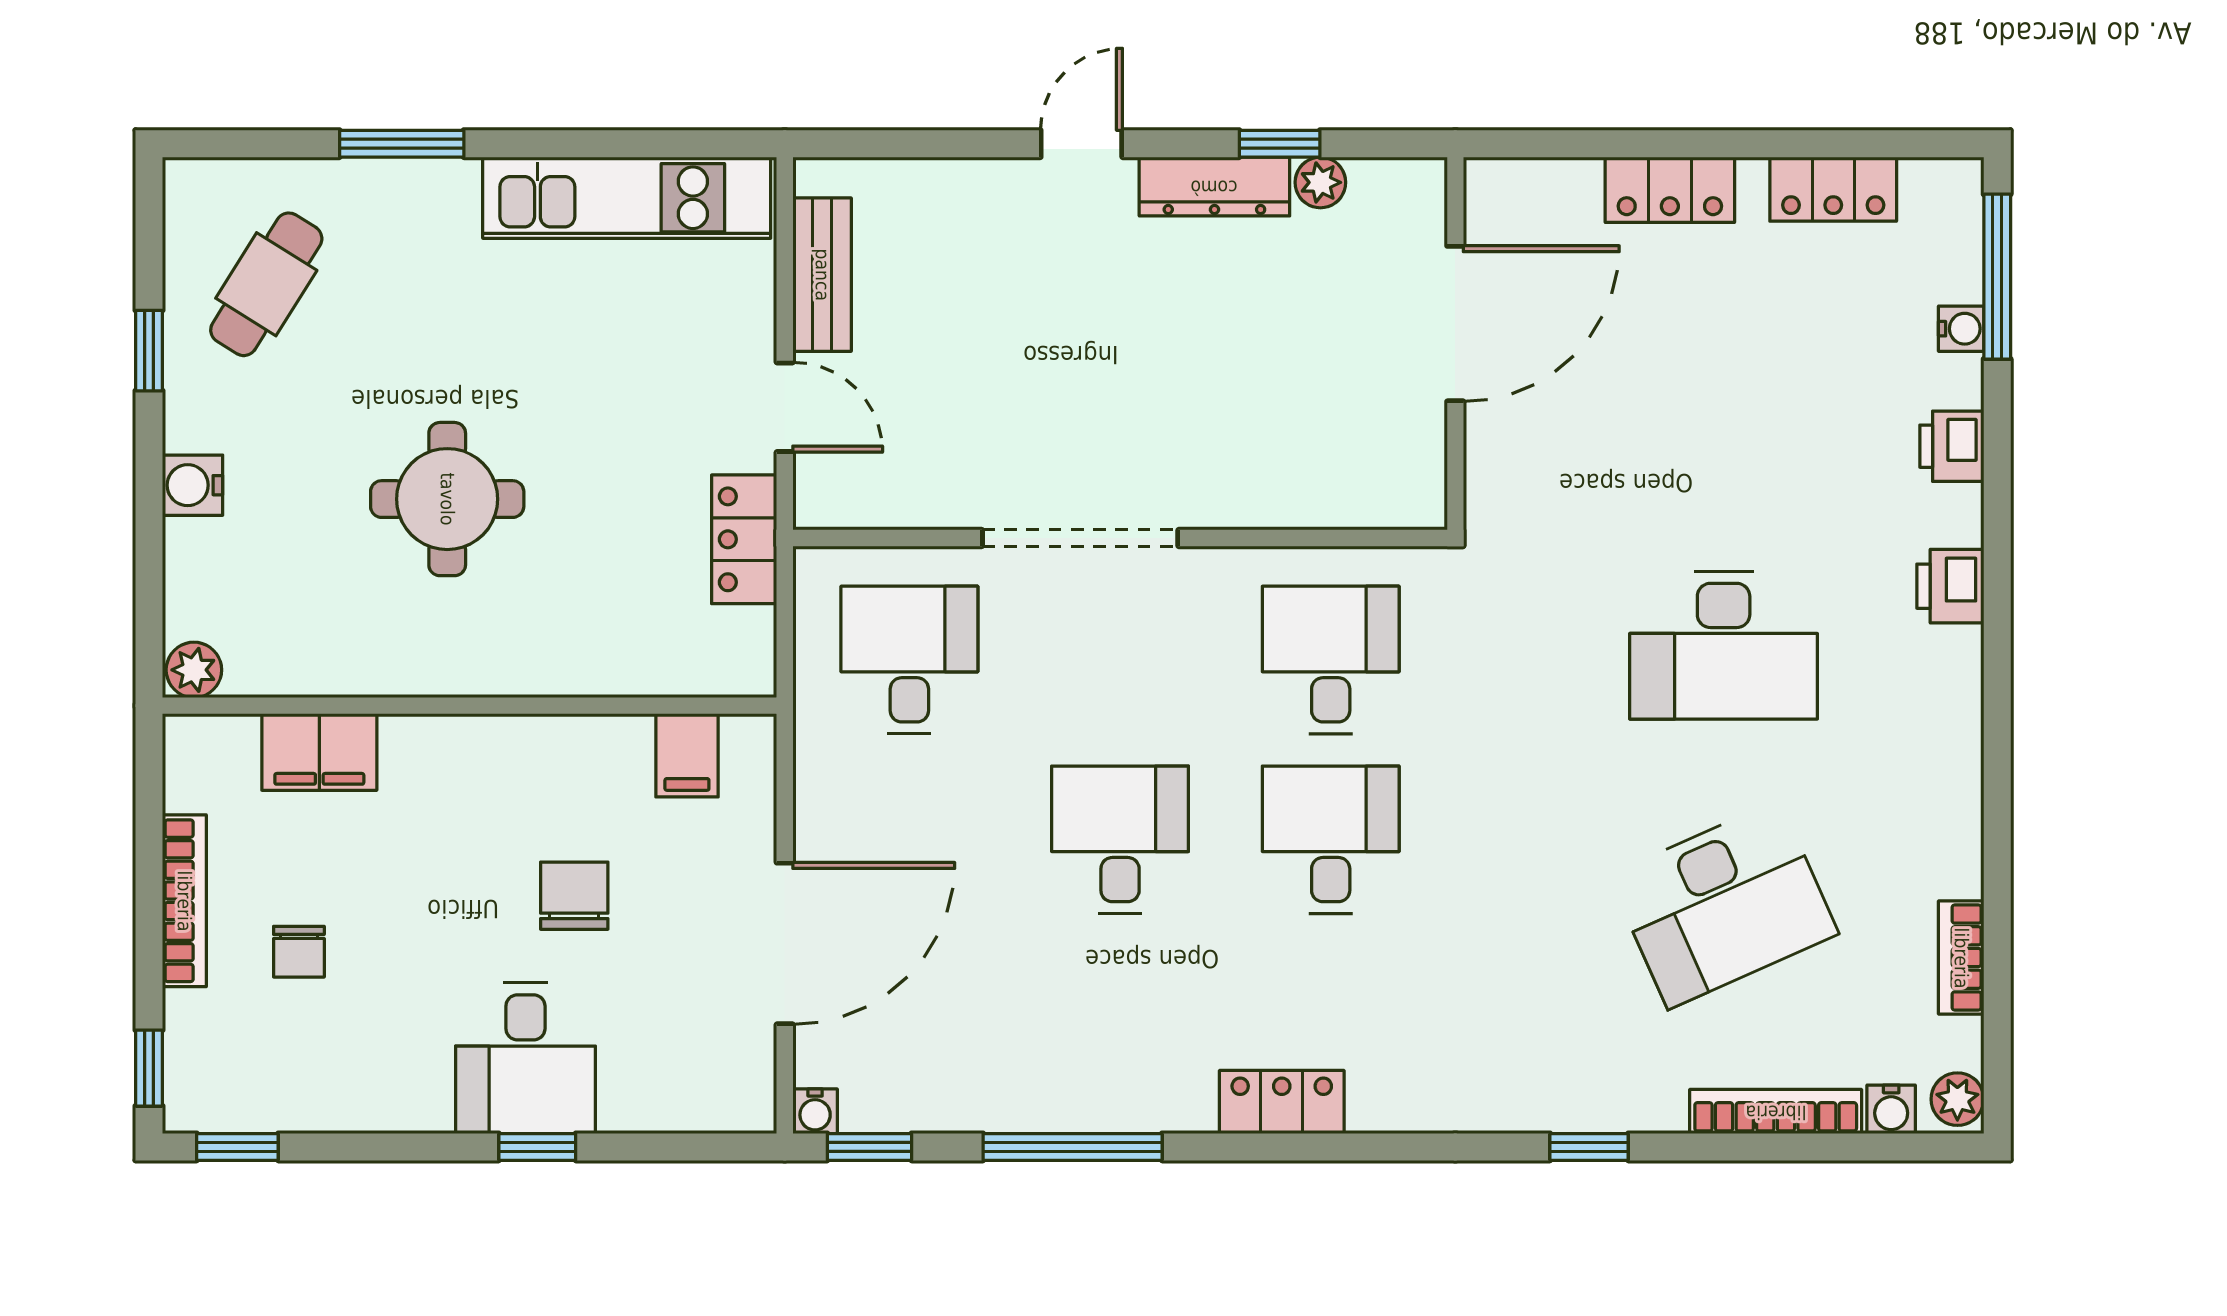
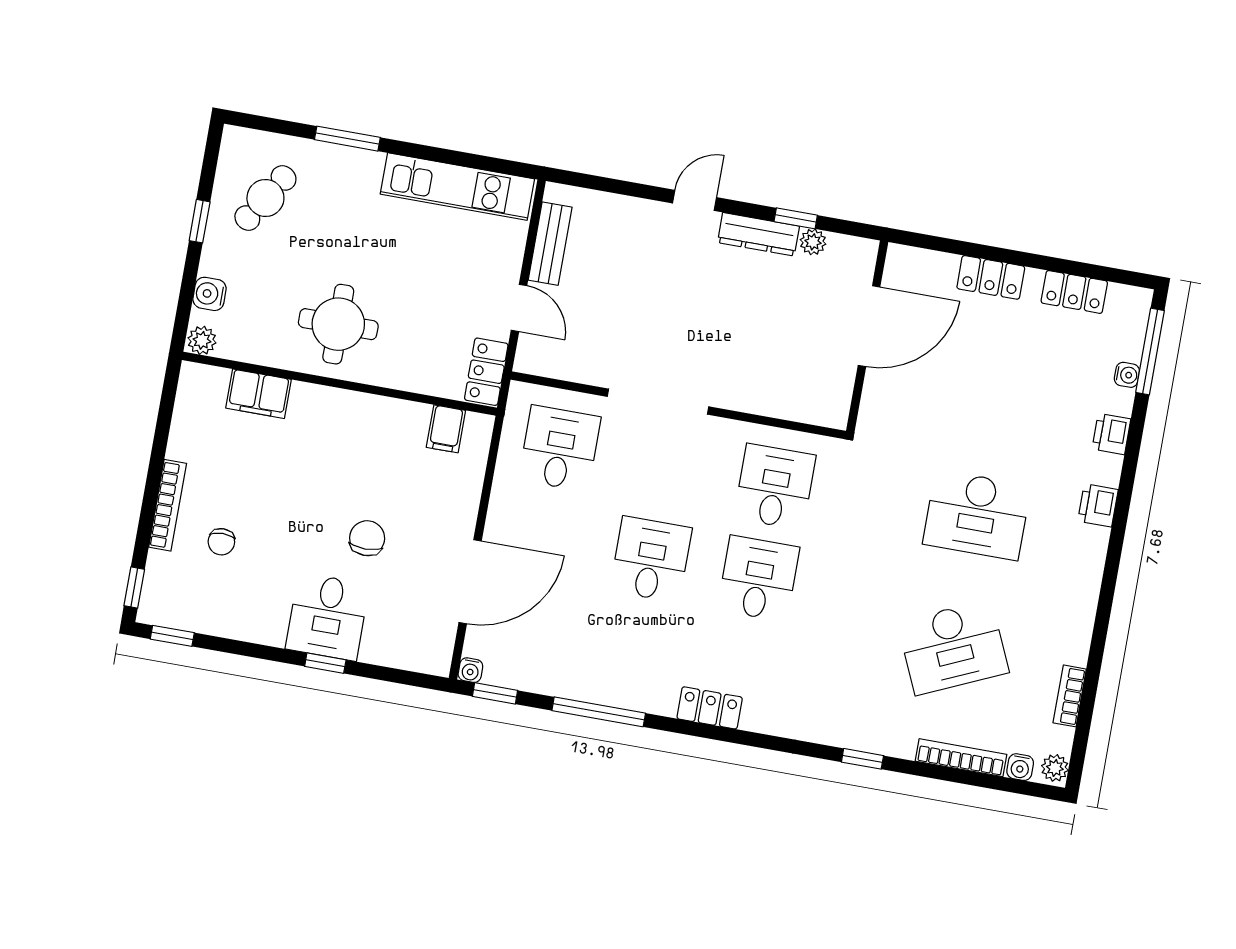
plant: (194, 670) -> (202, 340), moved
wall: (470, 706) -> (339, 384), moved
filing cabinet: (319, 752) -> (259, 394), moved
filing cabinet: (687, 755) -> (446, 429), moved

